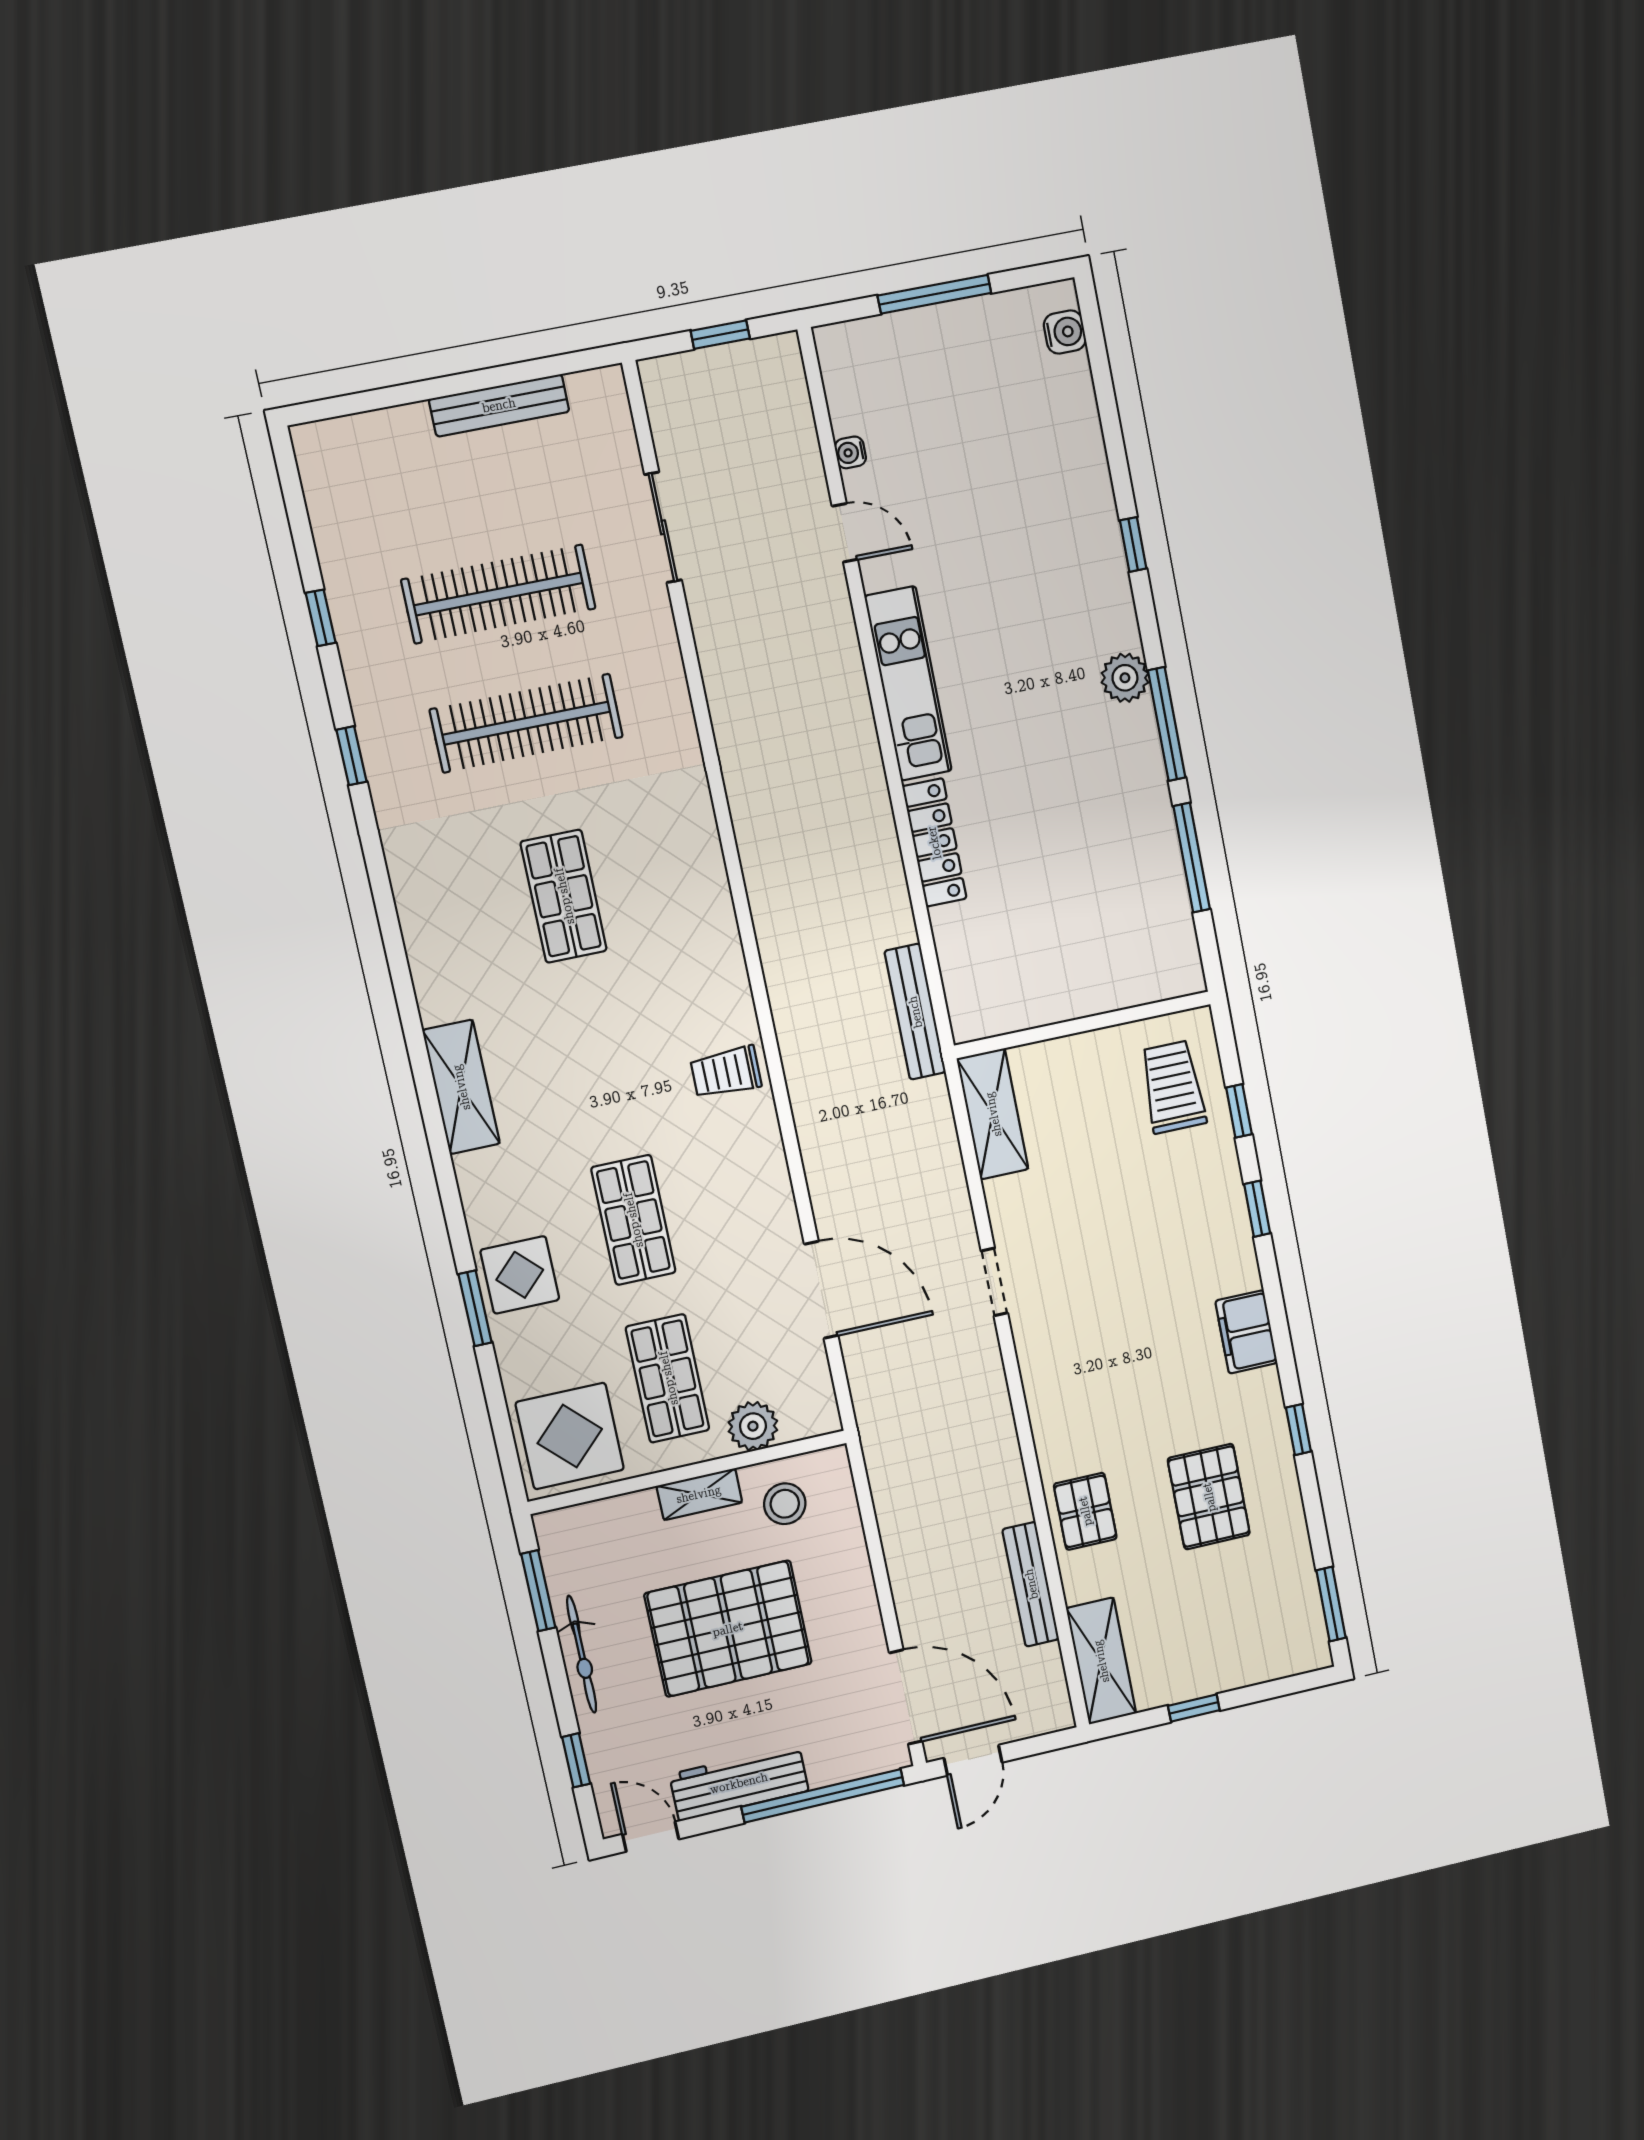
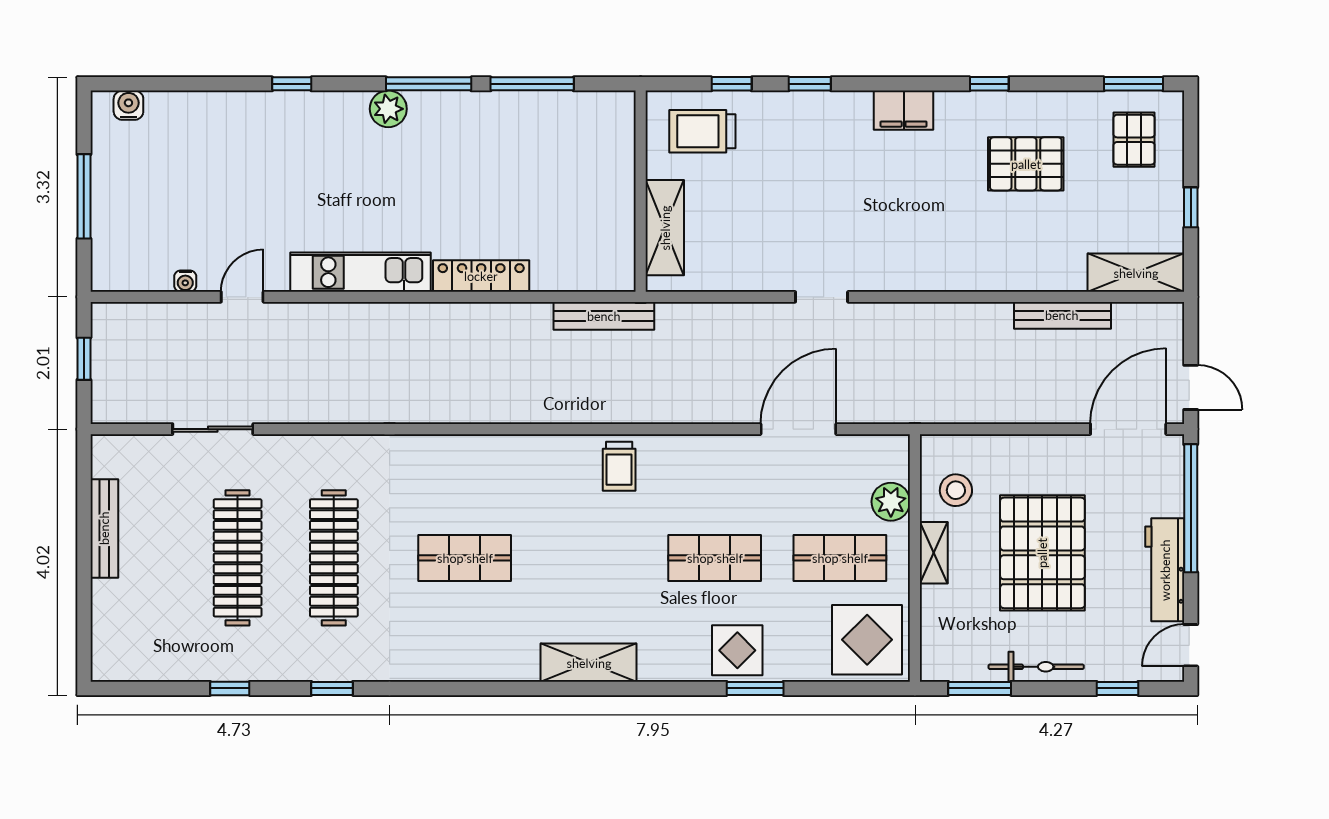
shelving: (993, 1114) -> (665, 228), moved, turned 90
pallet: (1085, 1511) -> (1134, 140), moved, turned 90

